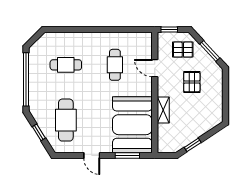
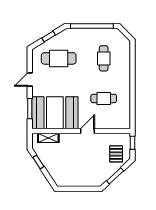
door: (155, 68) -> (87, 131), moved
pallet: (192, 82) -> (90, 161), removed
shelving: (163, 110) -> (48, 138), moved

